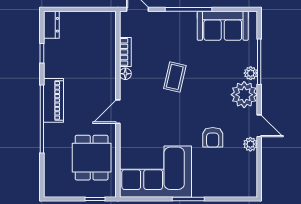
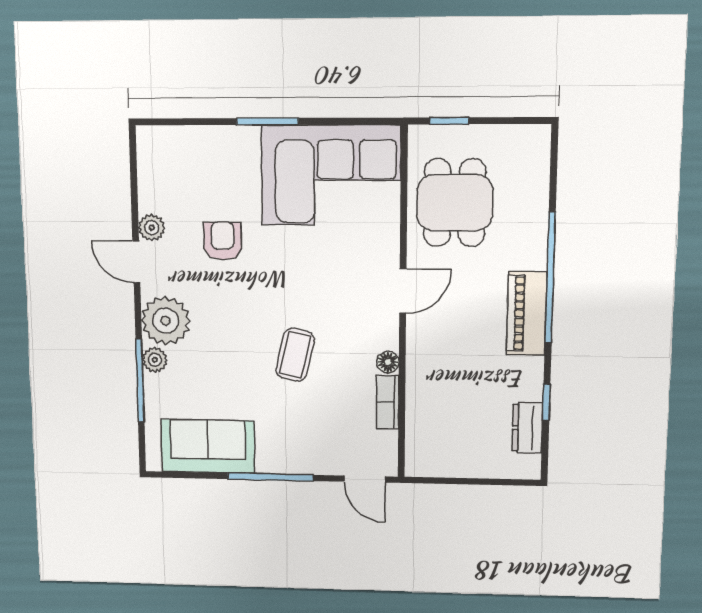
dresser: (51, 25) -> (527, 428), moved

